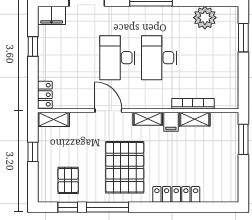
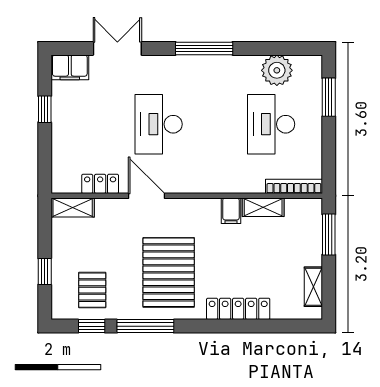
desk: (159, 58) -> (271, 124), moved
locker: (45, 95) -> (100, 184), moved, turned -90
bookcase: (193, 104) -> (294, 186), moved
shelving: (148, 119) -> (313, 287), moved, turned 90
window: (33, 152) -> (45, 271), moved

